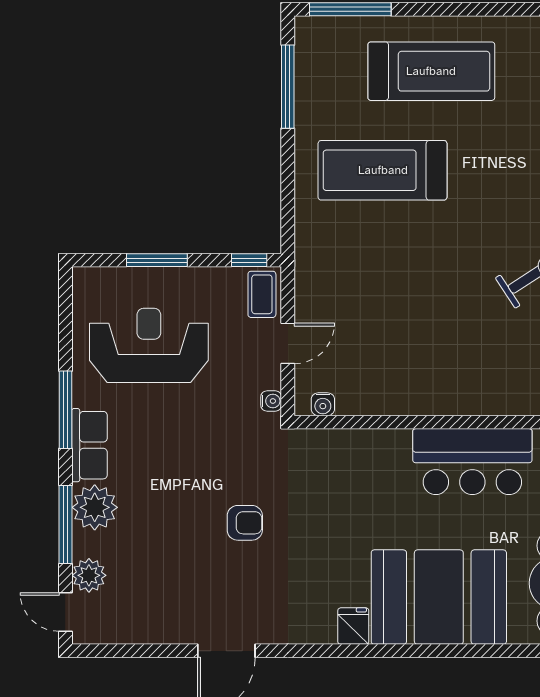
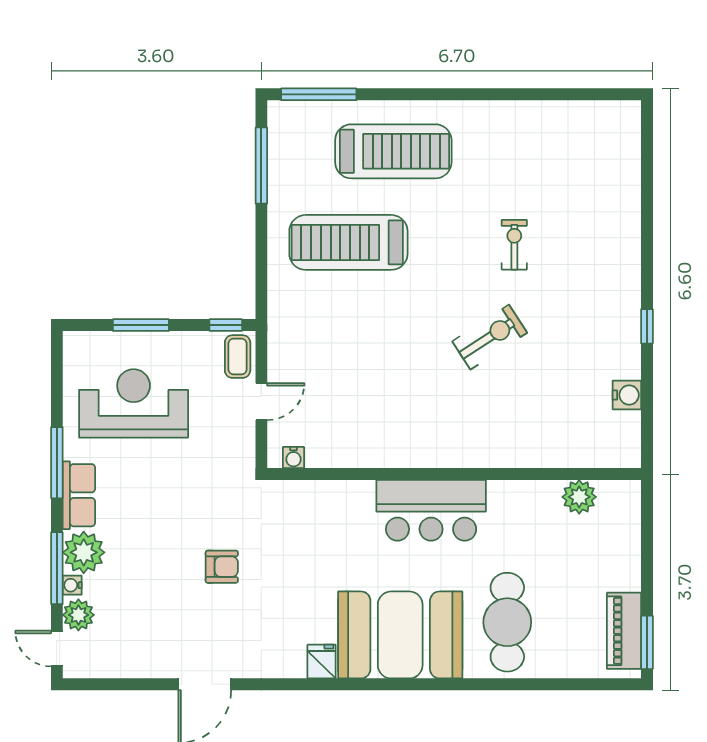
water cooler: (271, 401) -> (72, 585), moved, turned 180

